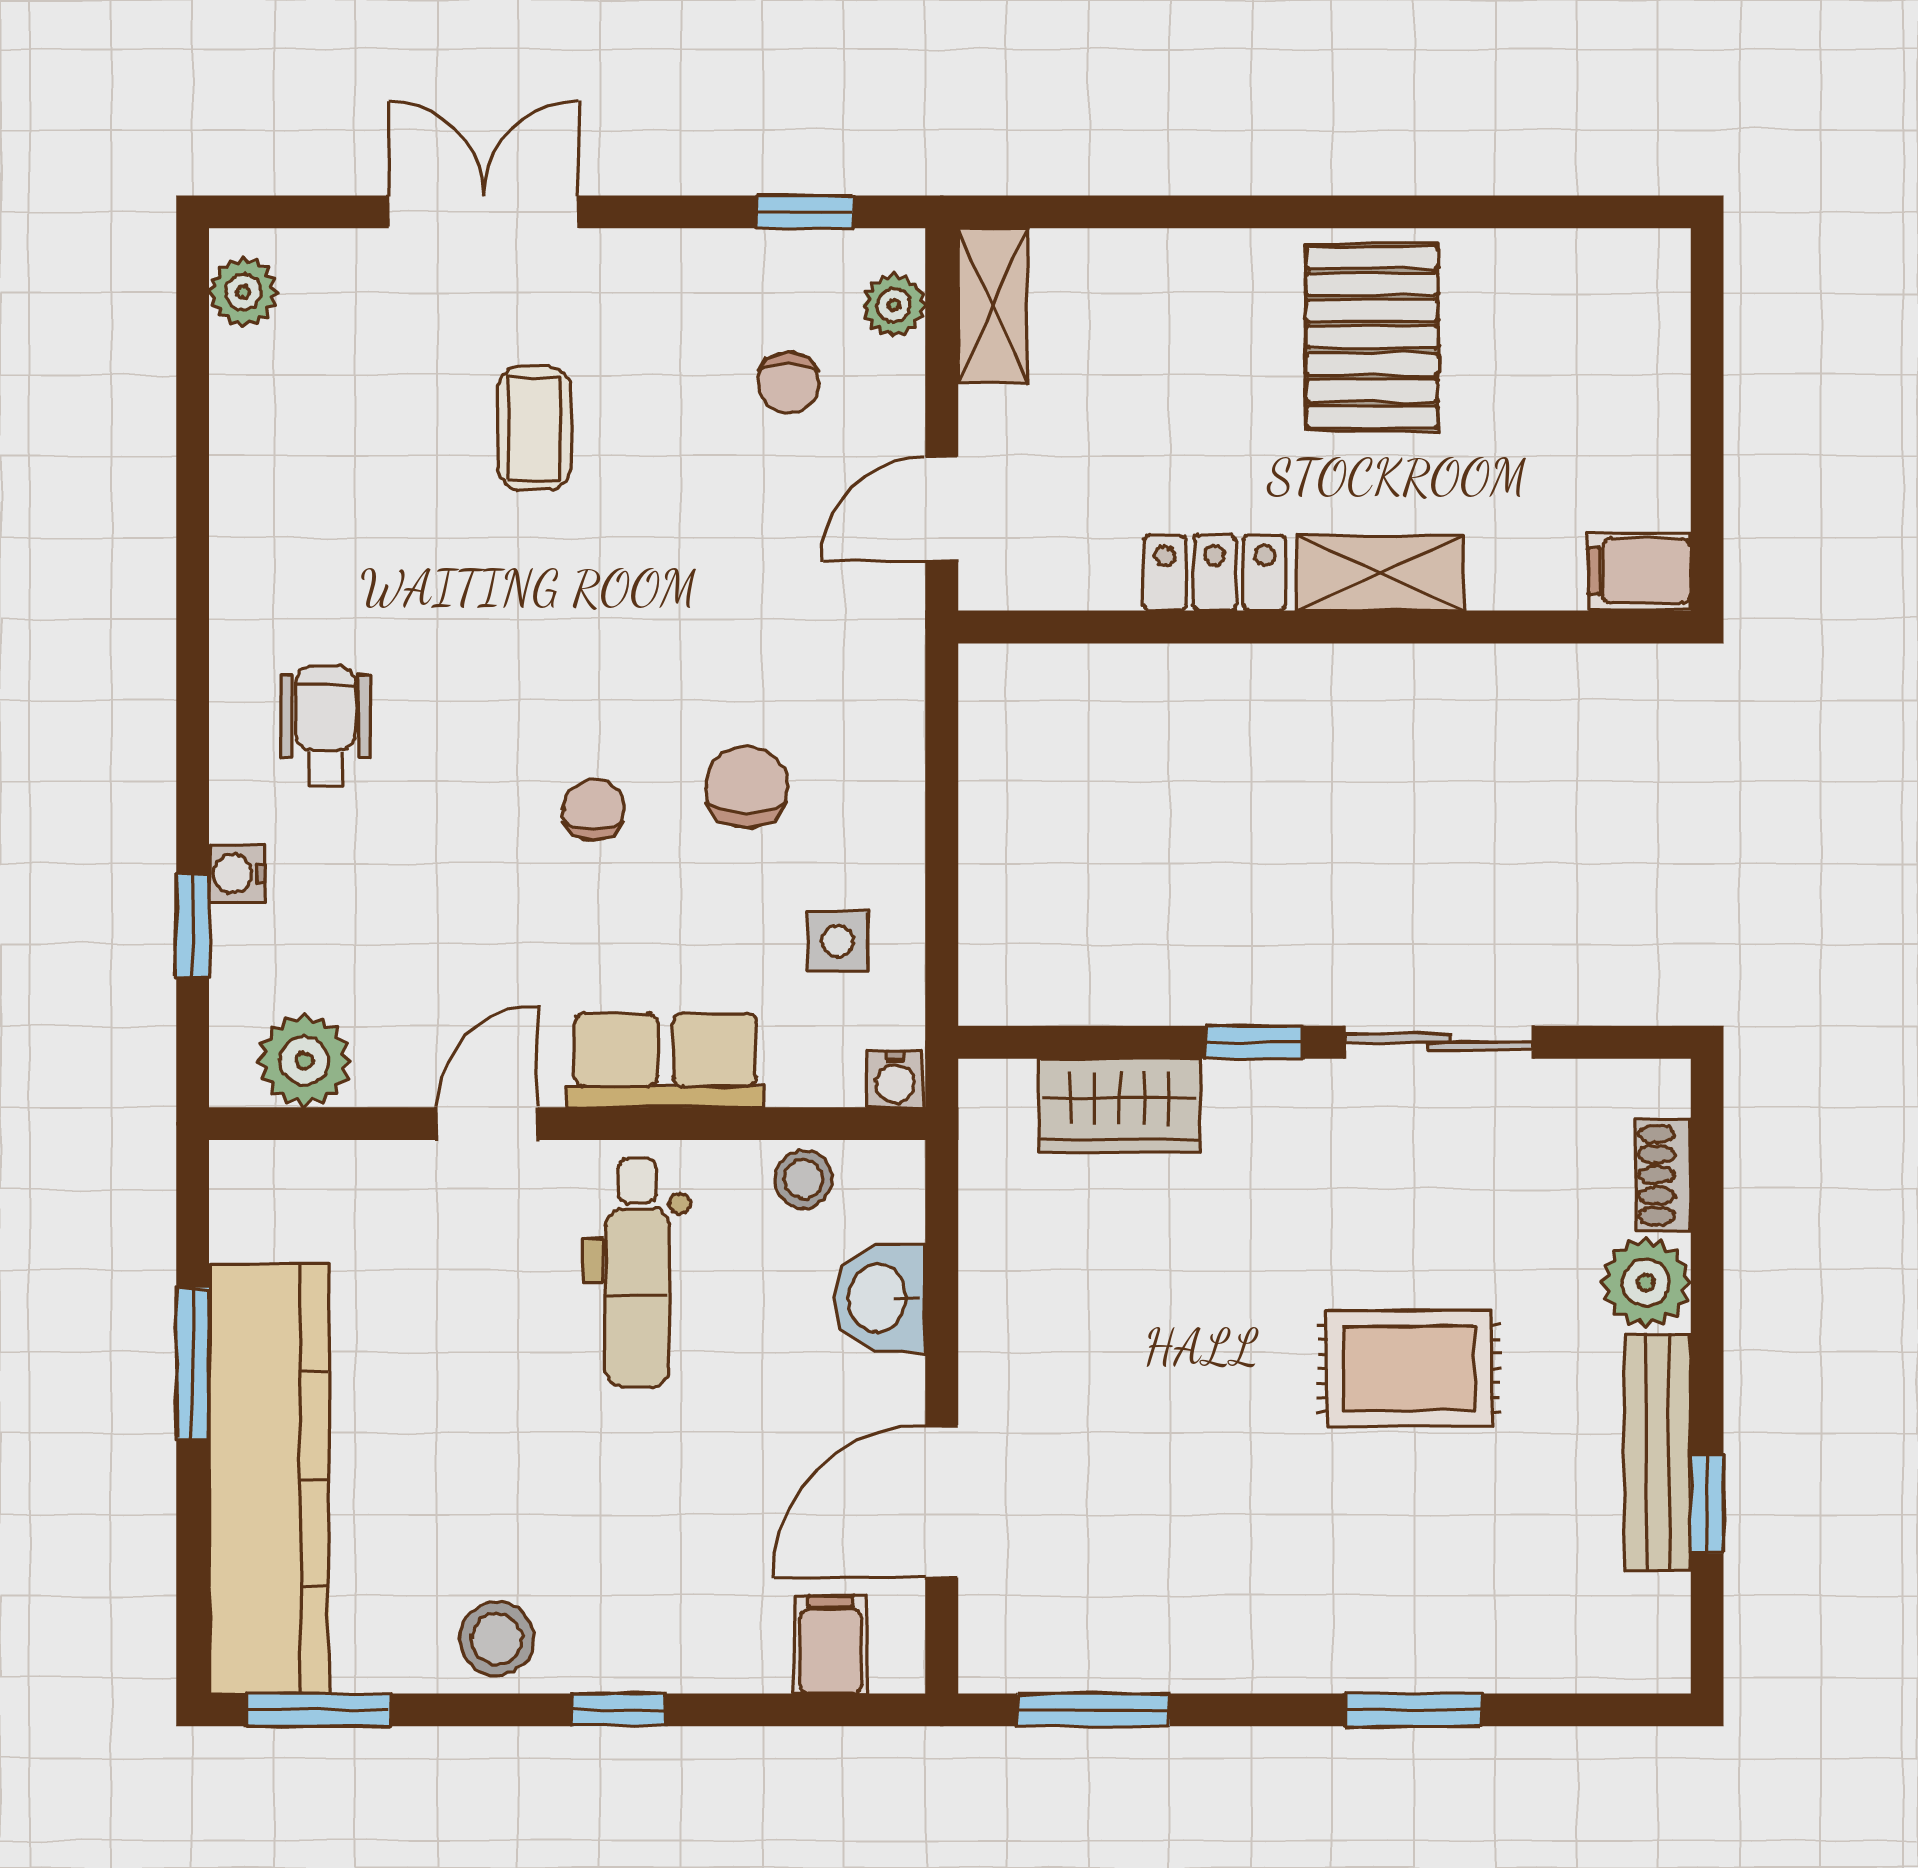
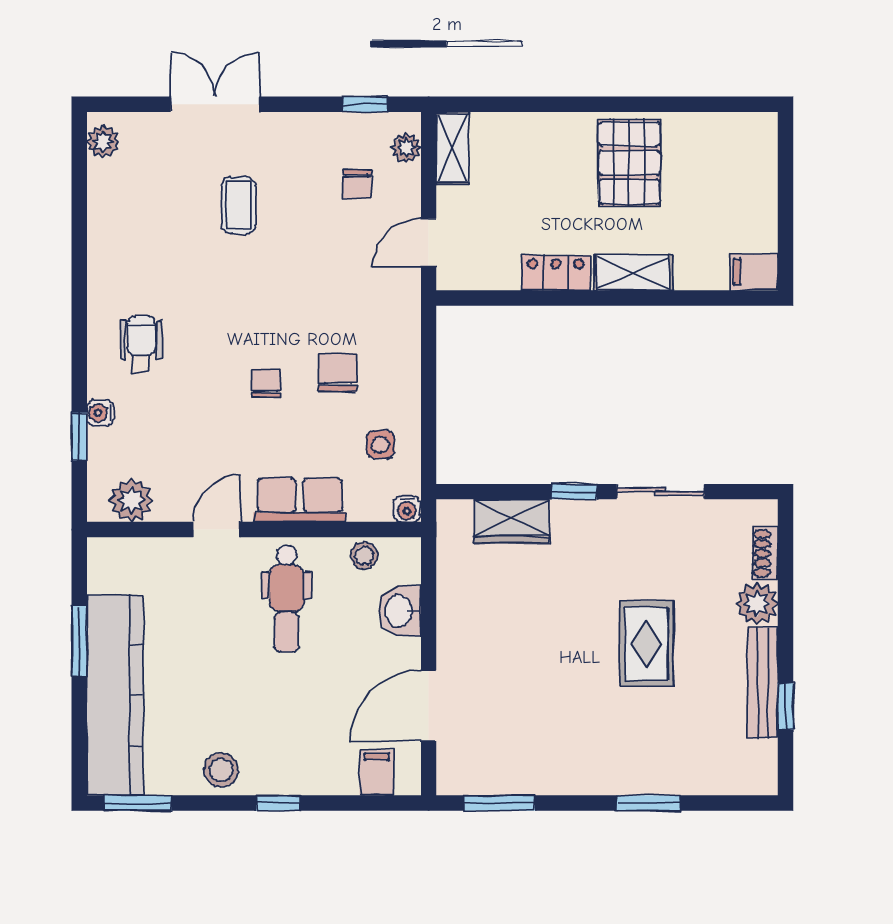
rug: (1409, 1368) -> (647, 644), turned 90

